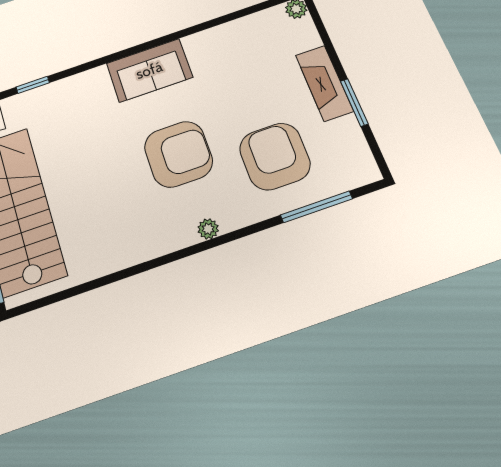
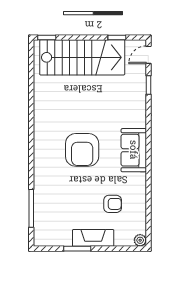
armchair: (275, 156) -> (113, 204), moved, width x0.53, depth x0.53
plant: (208, 229) -> (39, 152), removed

